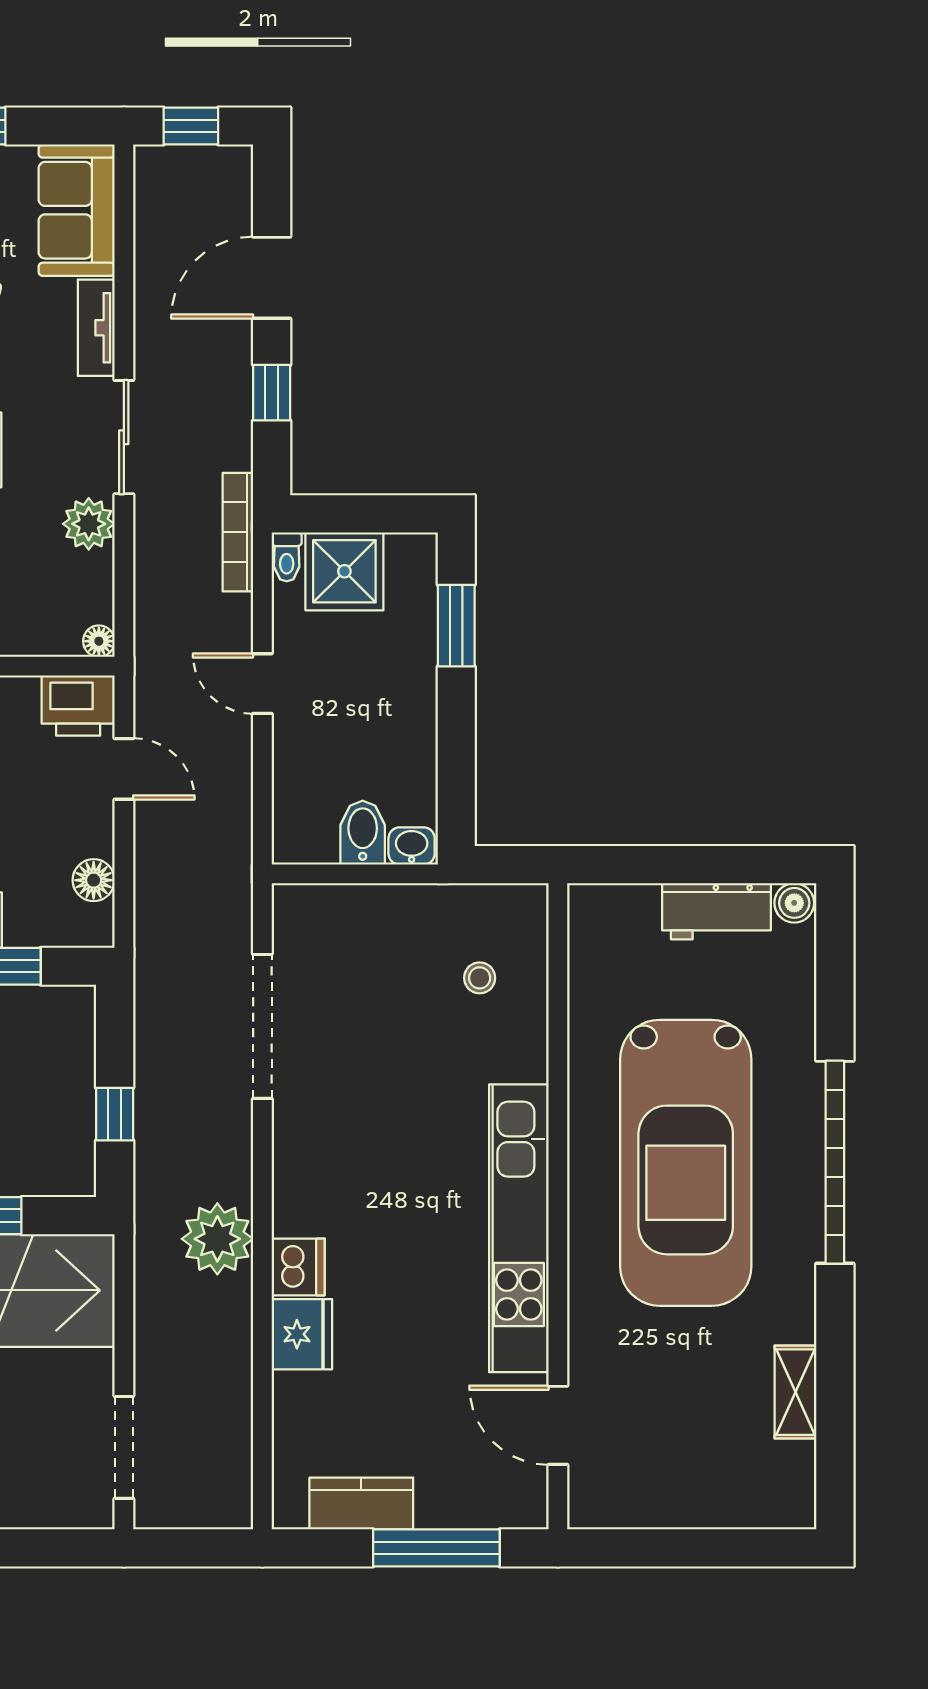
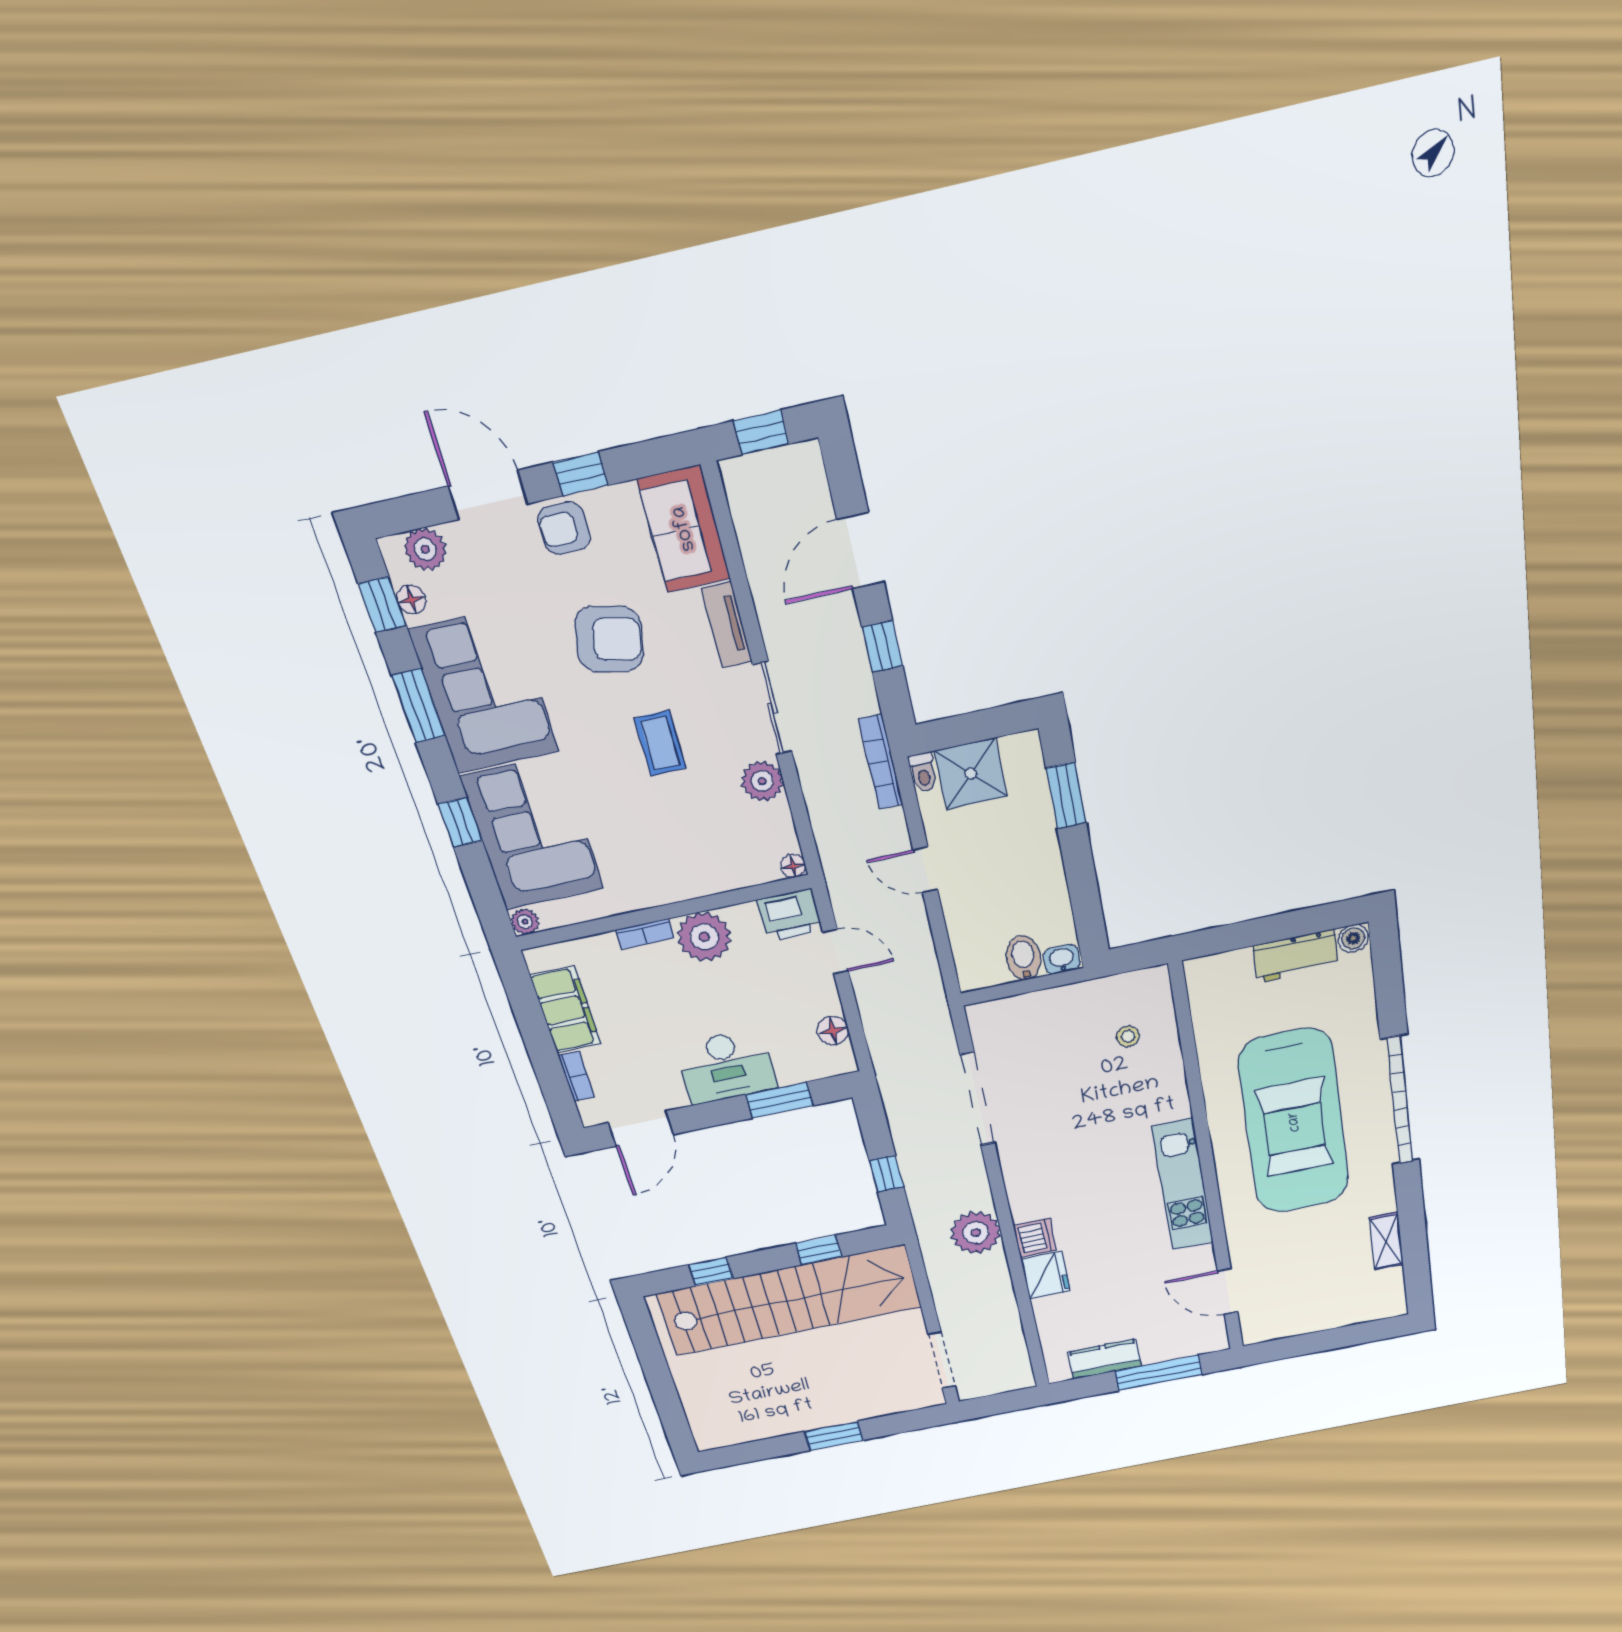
kitchen unit: (519, 1228) -> (1183, 1185), width x0.73

